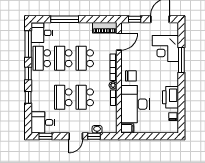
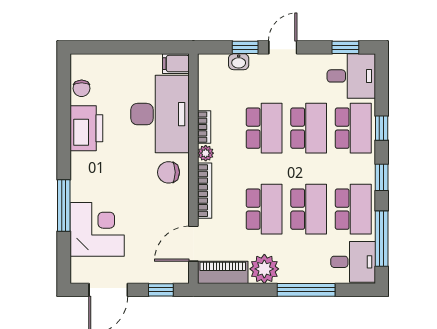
plant: (85, 29) -> (264, 269), added
school desk: (42, 97) -> (353, 128), added

